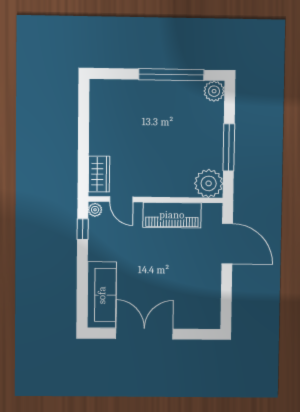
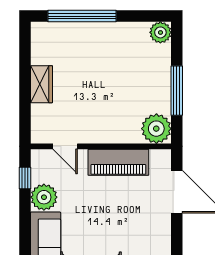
window: (171, 75) -> (82, 16), moved
wardrobe: (99, 174) -> (42, 84), moved
plant: (95, 210) -> (44, 197), moved, width x1.87, depth x1.87

